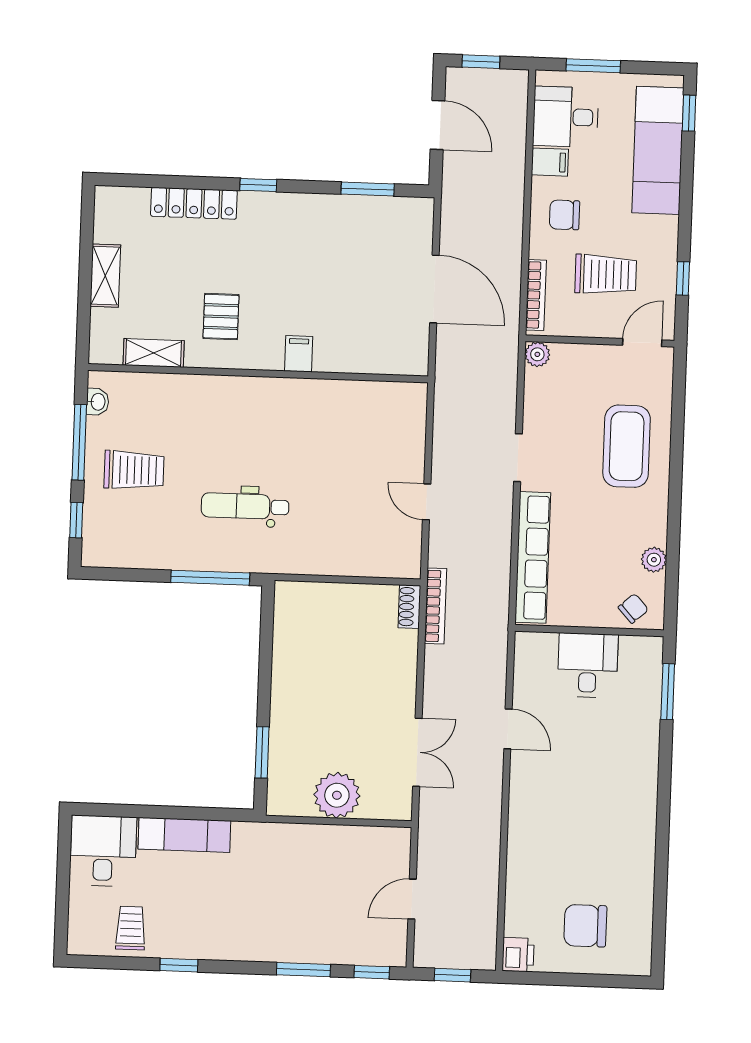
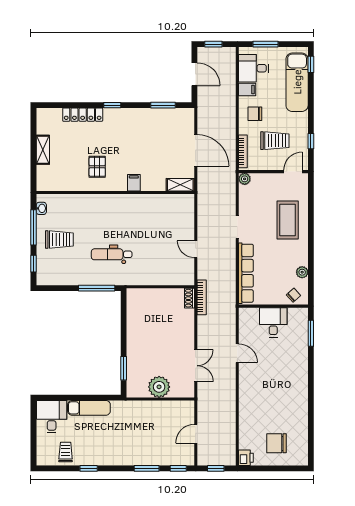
shelving: (154, 353) -> (180, 185), moved

